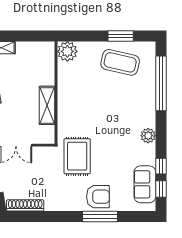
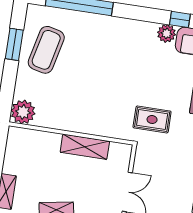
plant: (148, 136) -> (167, 33), moved
rug: (77, 156) -> (152, 119), width x0.73, depth x0.70

